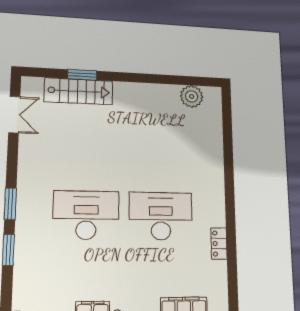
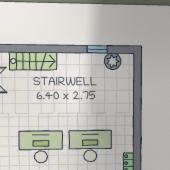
window: (82, 75) -> (97, 49), moved

